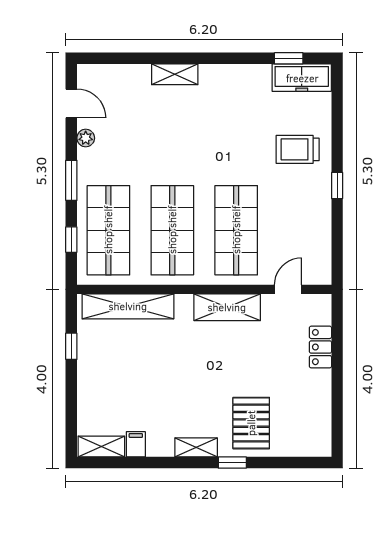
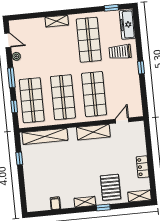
freezer: (302, 78) -> (127, 24), moved, turned 90
shop shelf: (236, 119) -> (89, 40), added
locker: (320, 347) -> (143, 167), moved
shelving: (101, 447) -> (140, 196), moved

